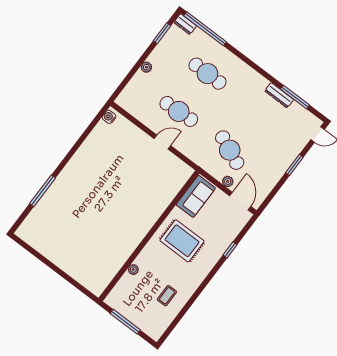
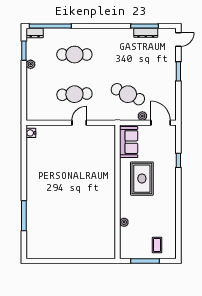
plant: (146, 67) -> (31, 64), moved
dresser: (279, 95) -> (146, 33), moved
rug: (182, 241) -> (142, 179), turned 90
coffee table: (167, 296) -> (157, 245), moved

